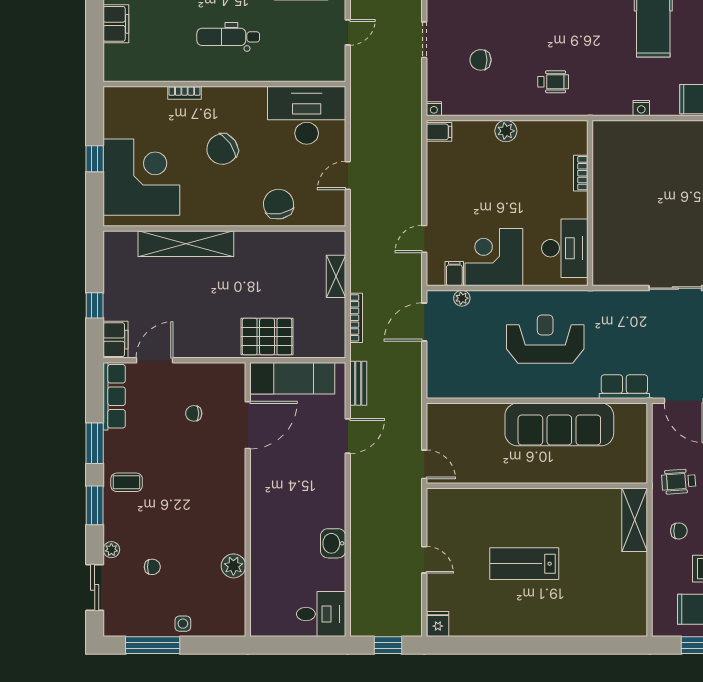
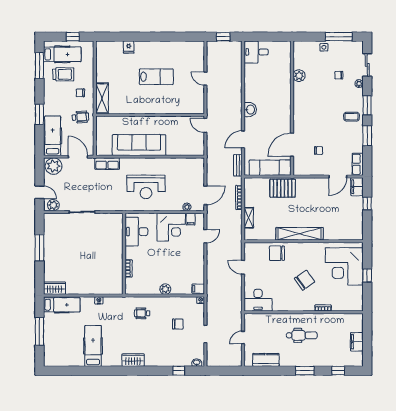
desk: (307, 115) -> (258, 300), width x0.73, depth x0.77
door: (348, 175) -> (243, 267), swing flipped
chair: (278, 204) -> (277, 253), turned 100
shelving: (186, 244) -> (299, 234), moved
row of seats: (114, 396) -> (358, 164), width x0.68
washbasin: (333, 543) -> (250, 110), moved
fridge: (438, 624) -> (129, 47), moved

